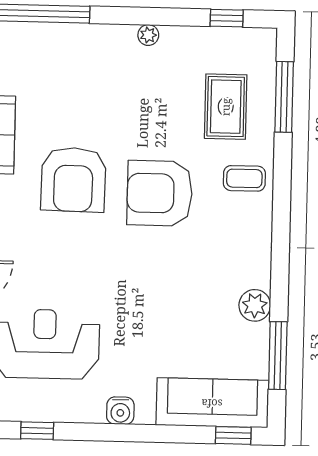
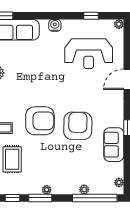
window: (163, 17) -> (40, 198), added
plant: (62, 34) -> (84, 190), added

